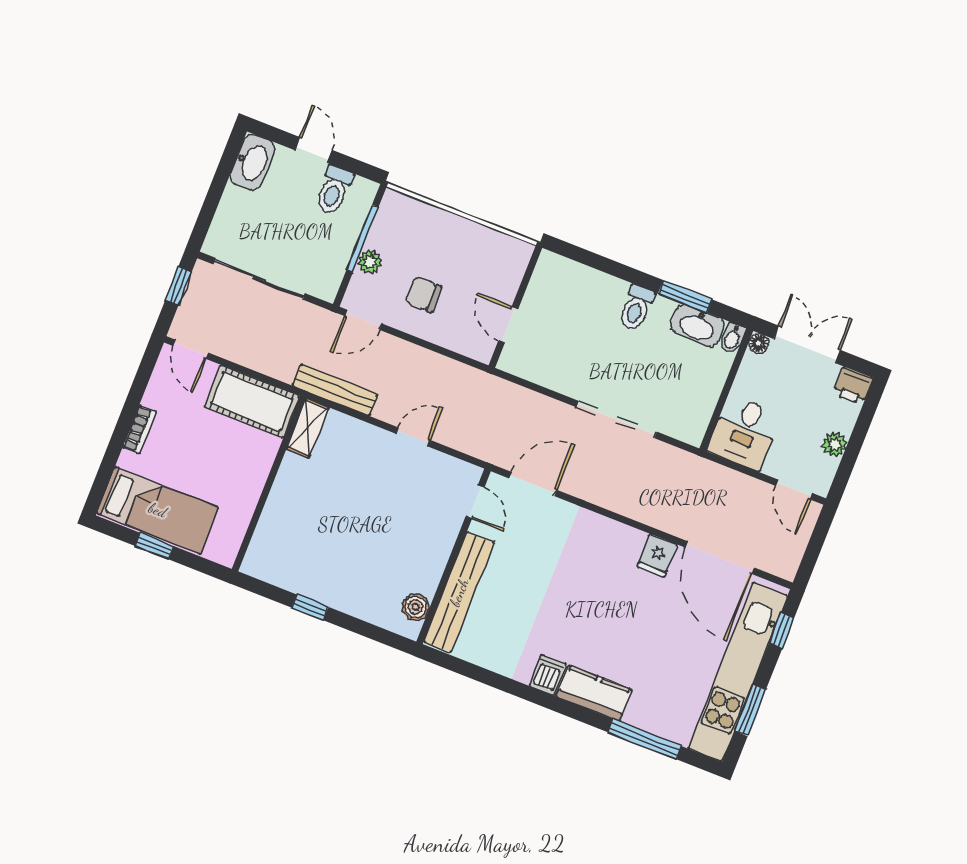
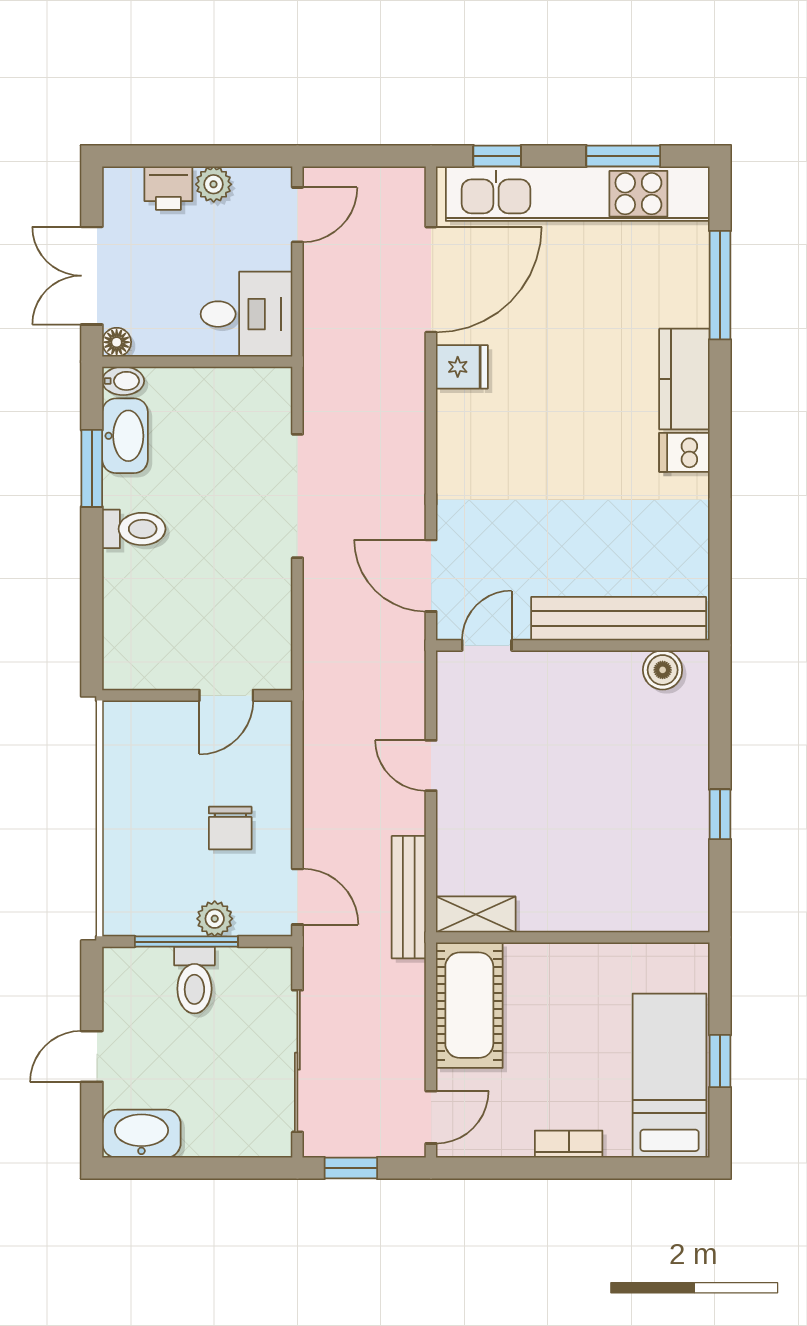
toilet: (334, 190) -> (194, 980), moved, turned 90
printer: (853, 386) -> (168, 188), moved, turned 90

